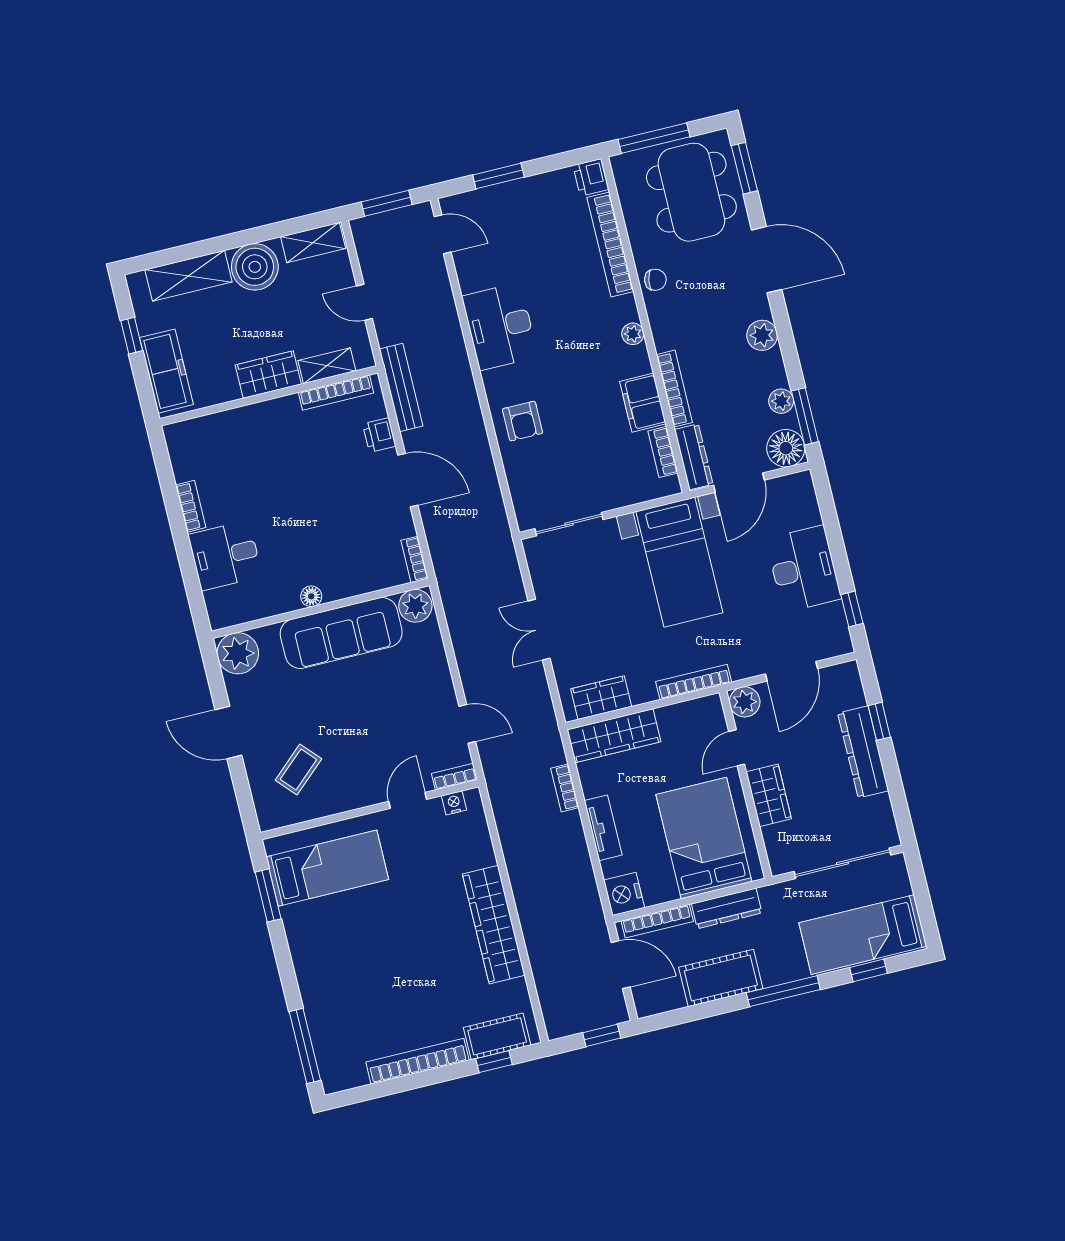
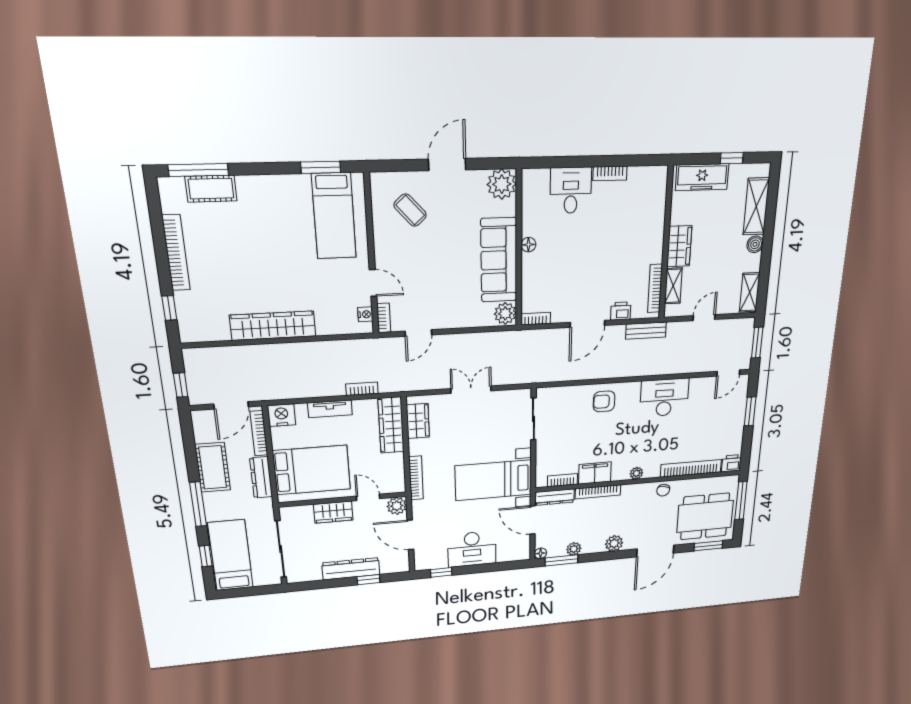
boiler: (255, 267) -> (755, 244), width x0.54, depth x0.54
bench: (401, 387) -> (646, 331), width x0.73
floor lamp: (786, 448) -> (541, 553), width x0.53, depth x0.53
cot: (497, 1036) -> (211, 189), moved, turned 90

